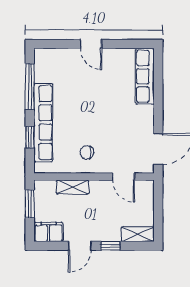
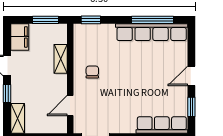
window: (125, 44) -> (191, 107), added
row of seats: (43, 122) -> (152, 32), moved
window: (30, 137) -> (91, 20), moved

